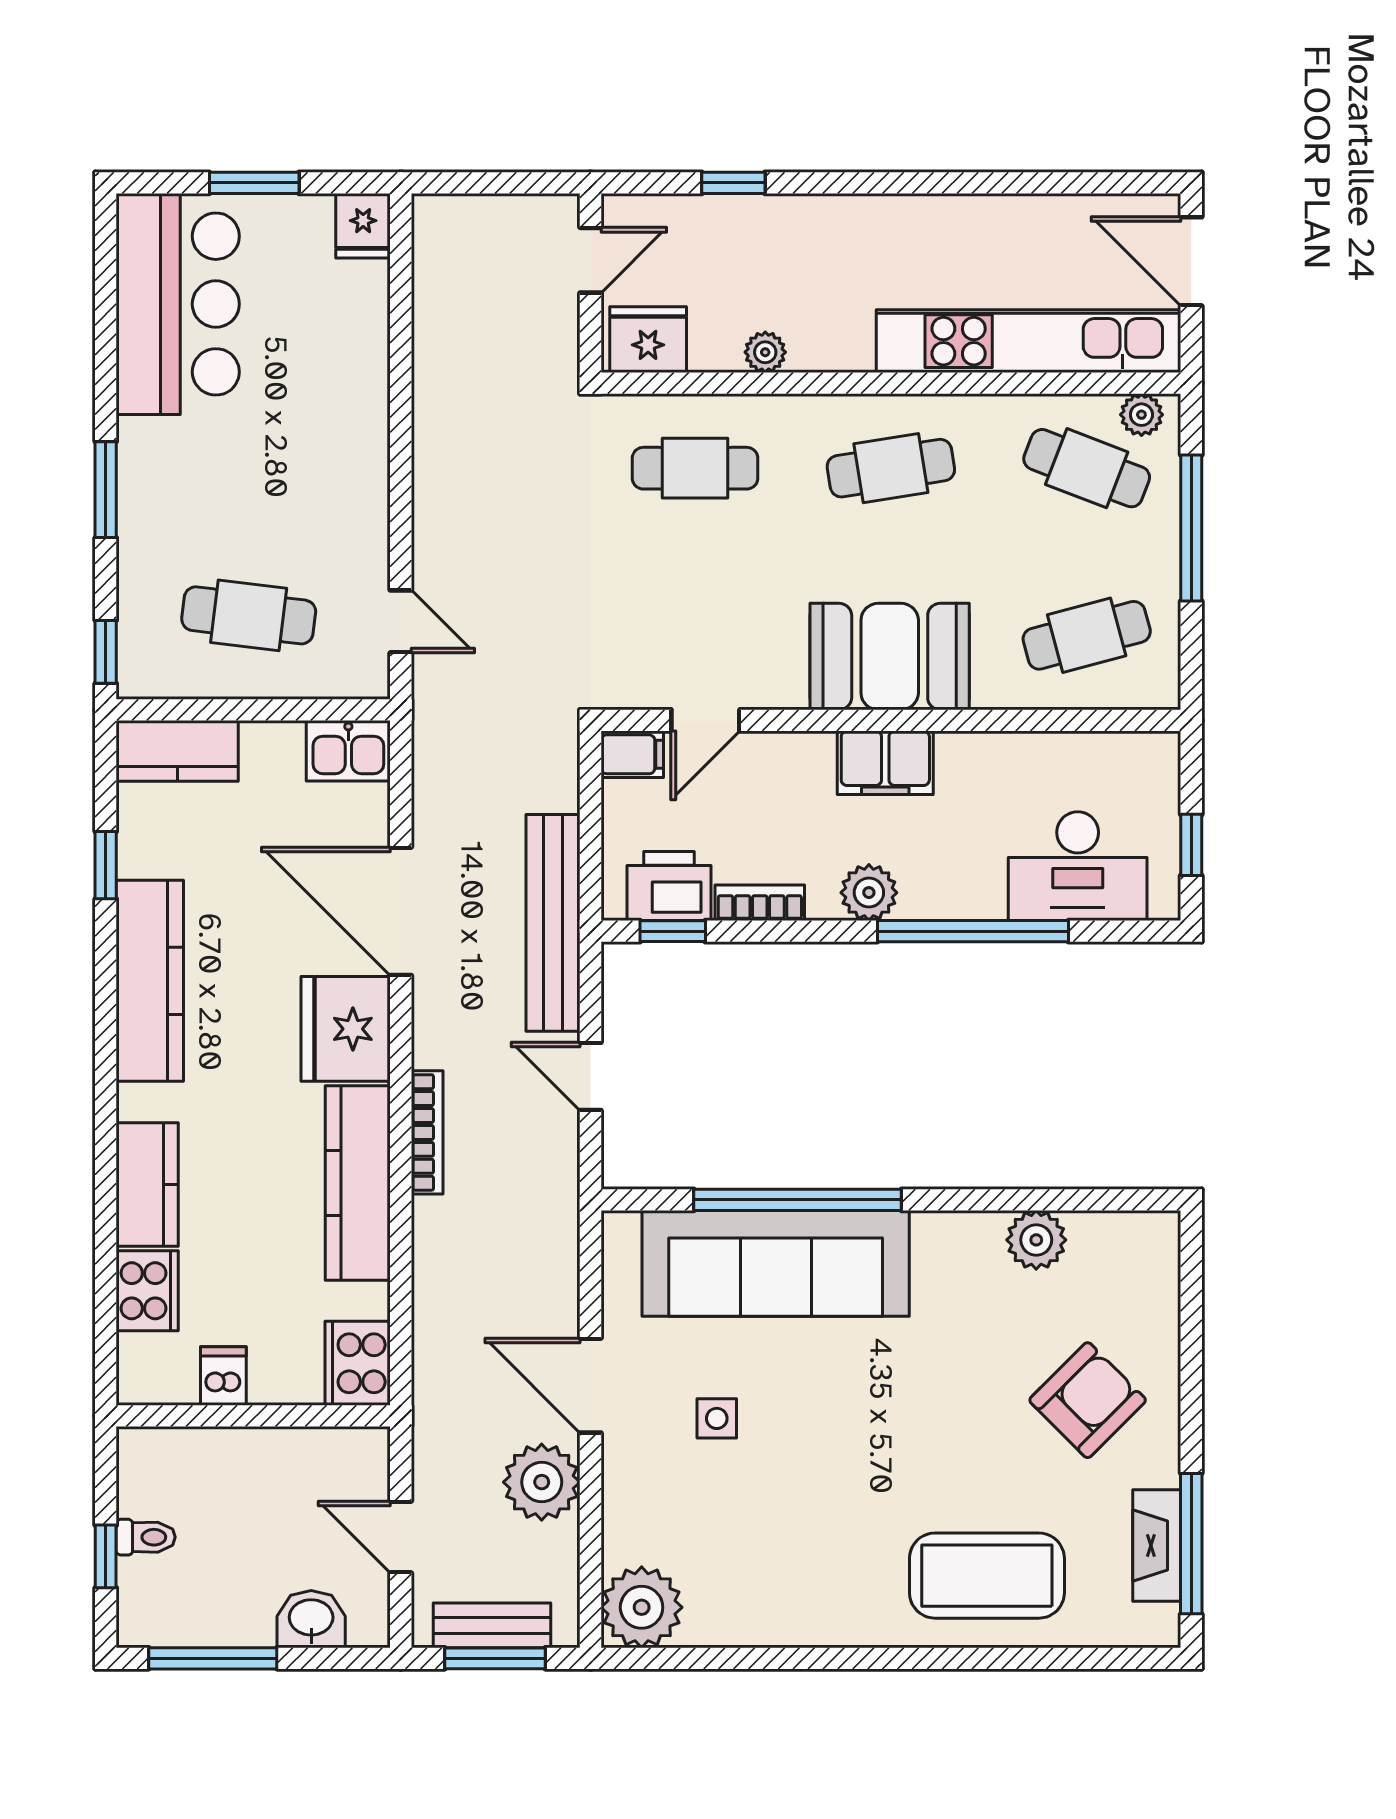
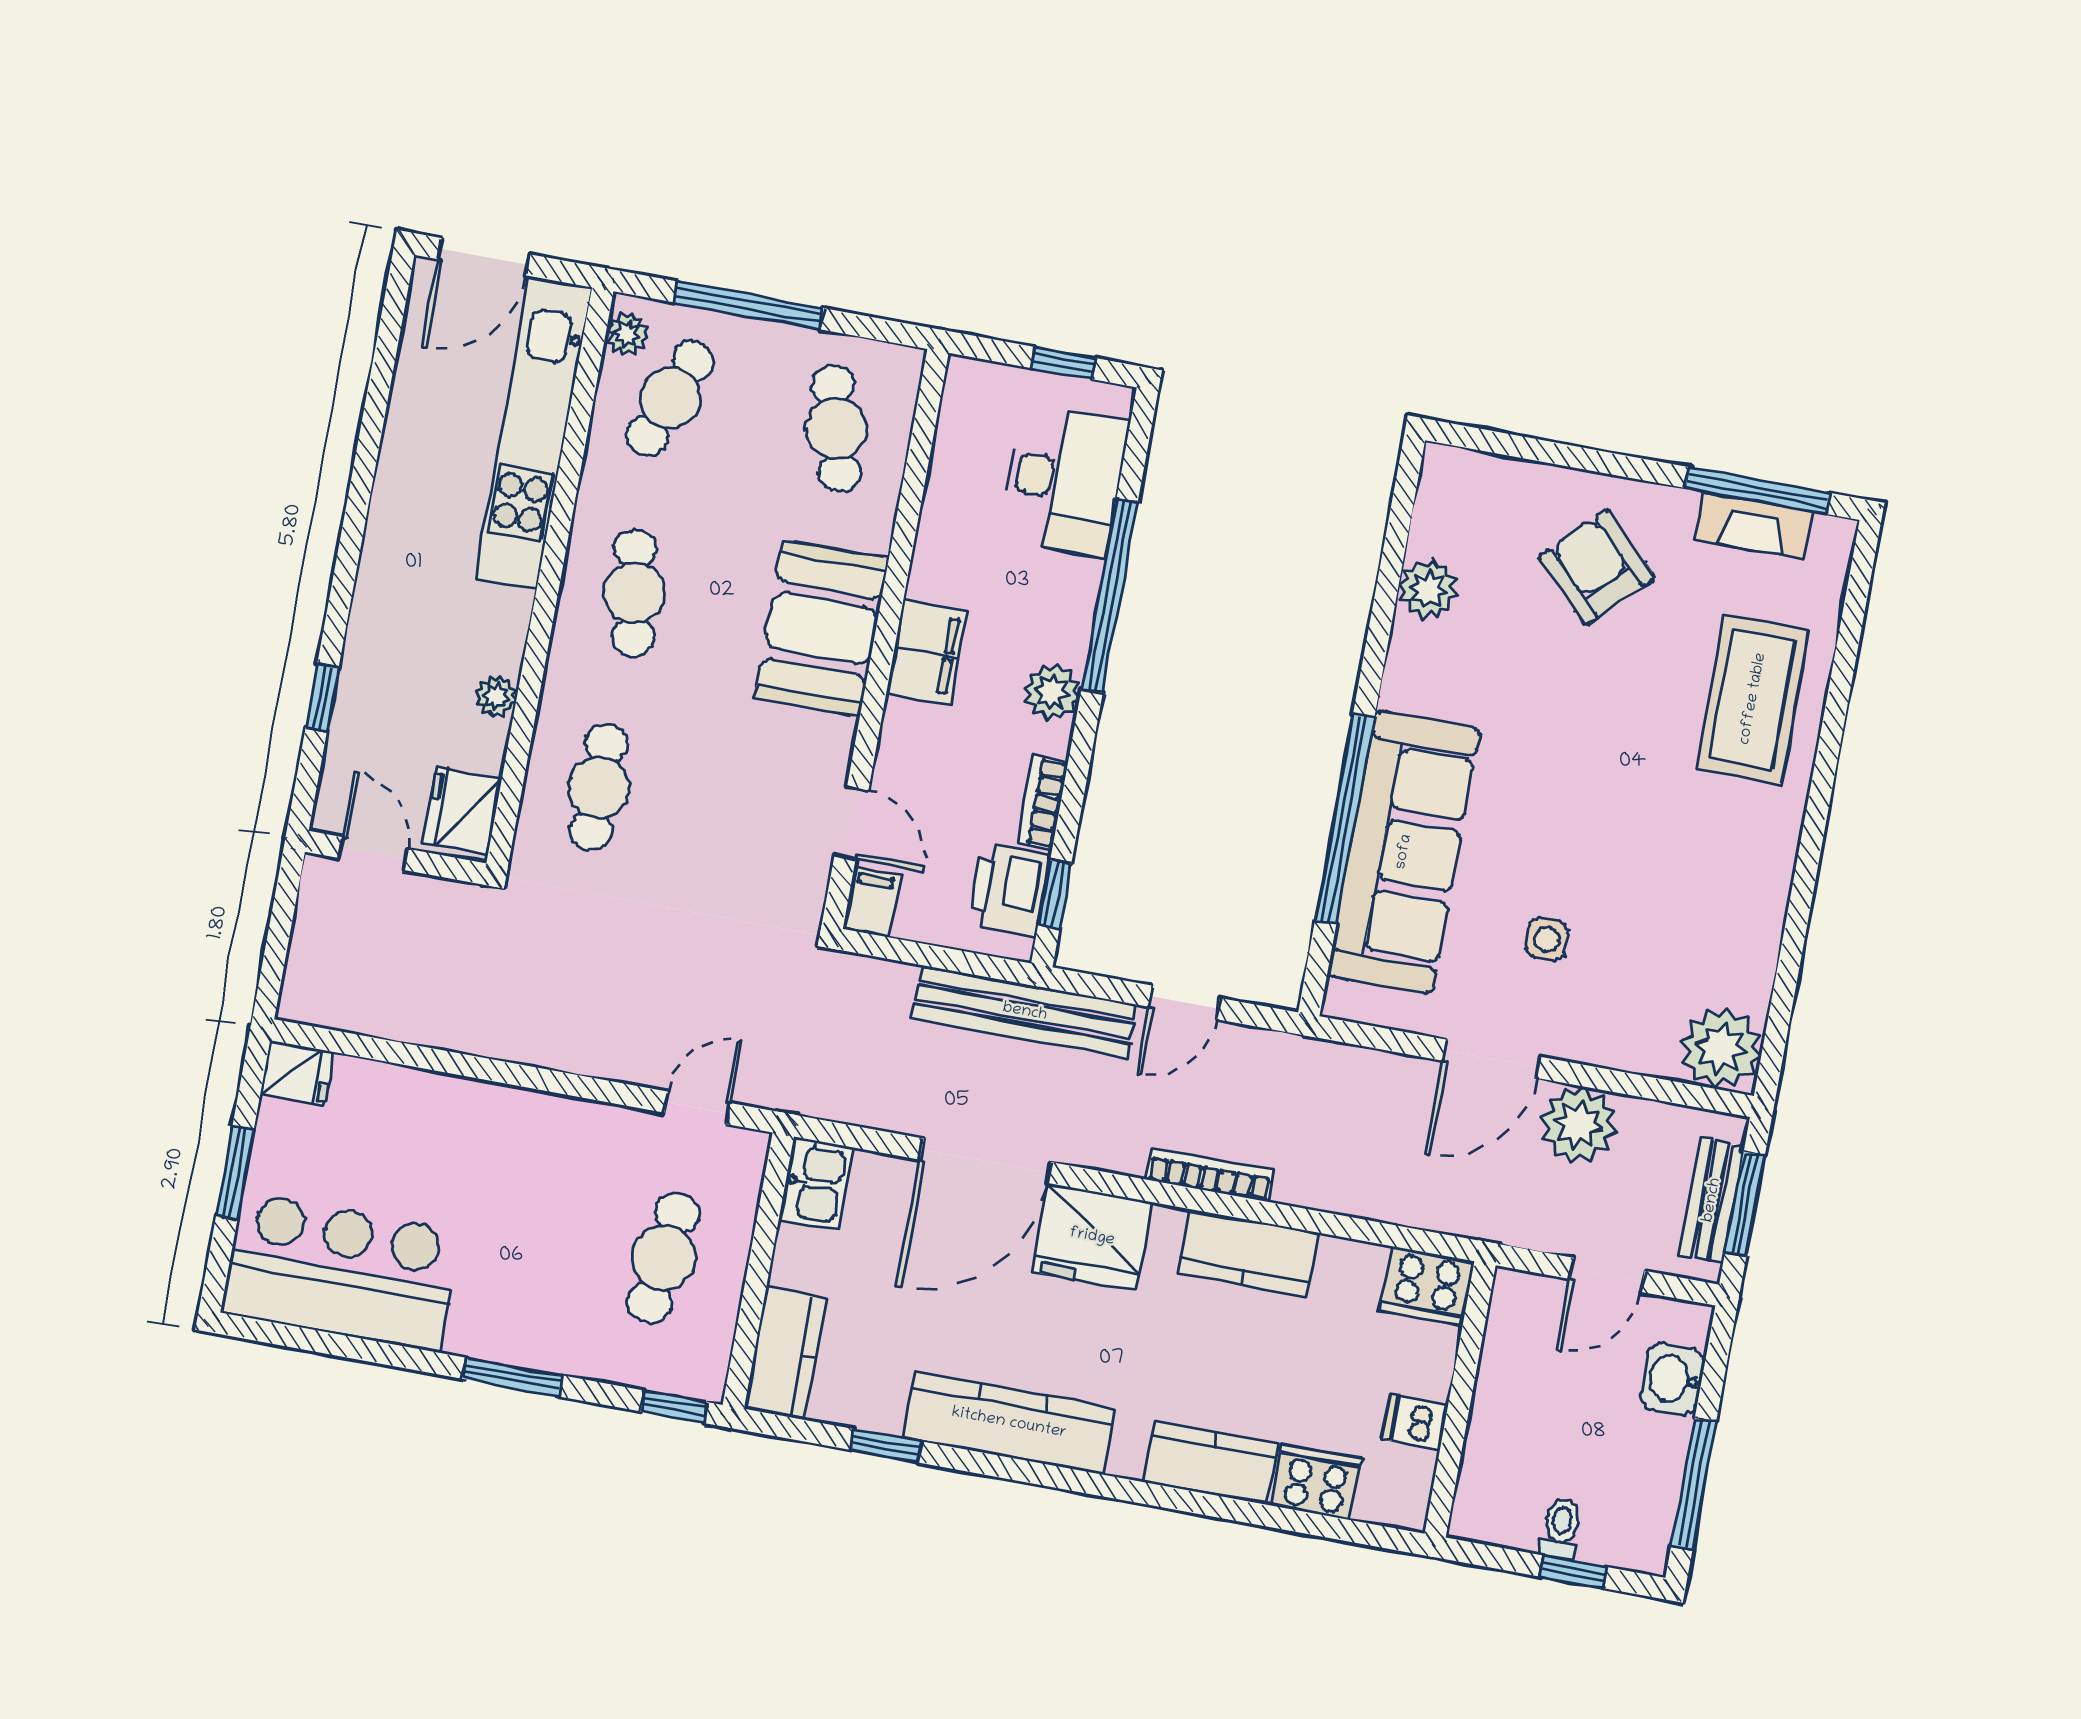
kitchen counter: (358, 1183) -> (1248, 1253), width x0.67

